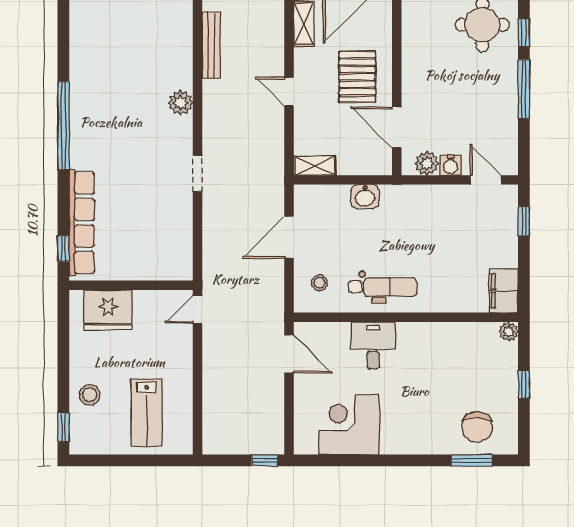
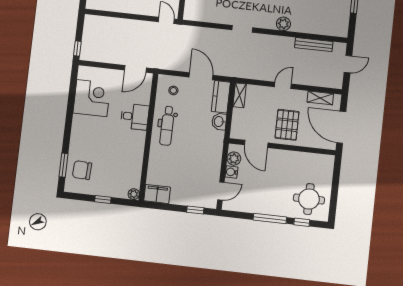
pallet: (357, 77) -> (287, 125), turned 90
door: (397, 127) -> (256, 144), swing flipped
kitchen counter: (321, 198) -> (221, 97), added

